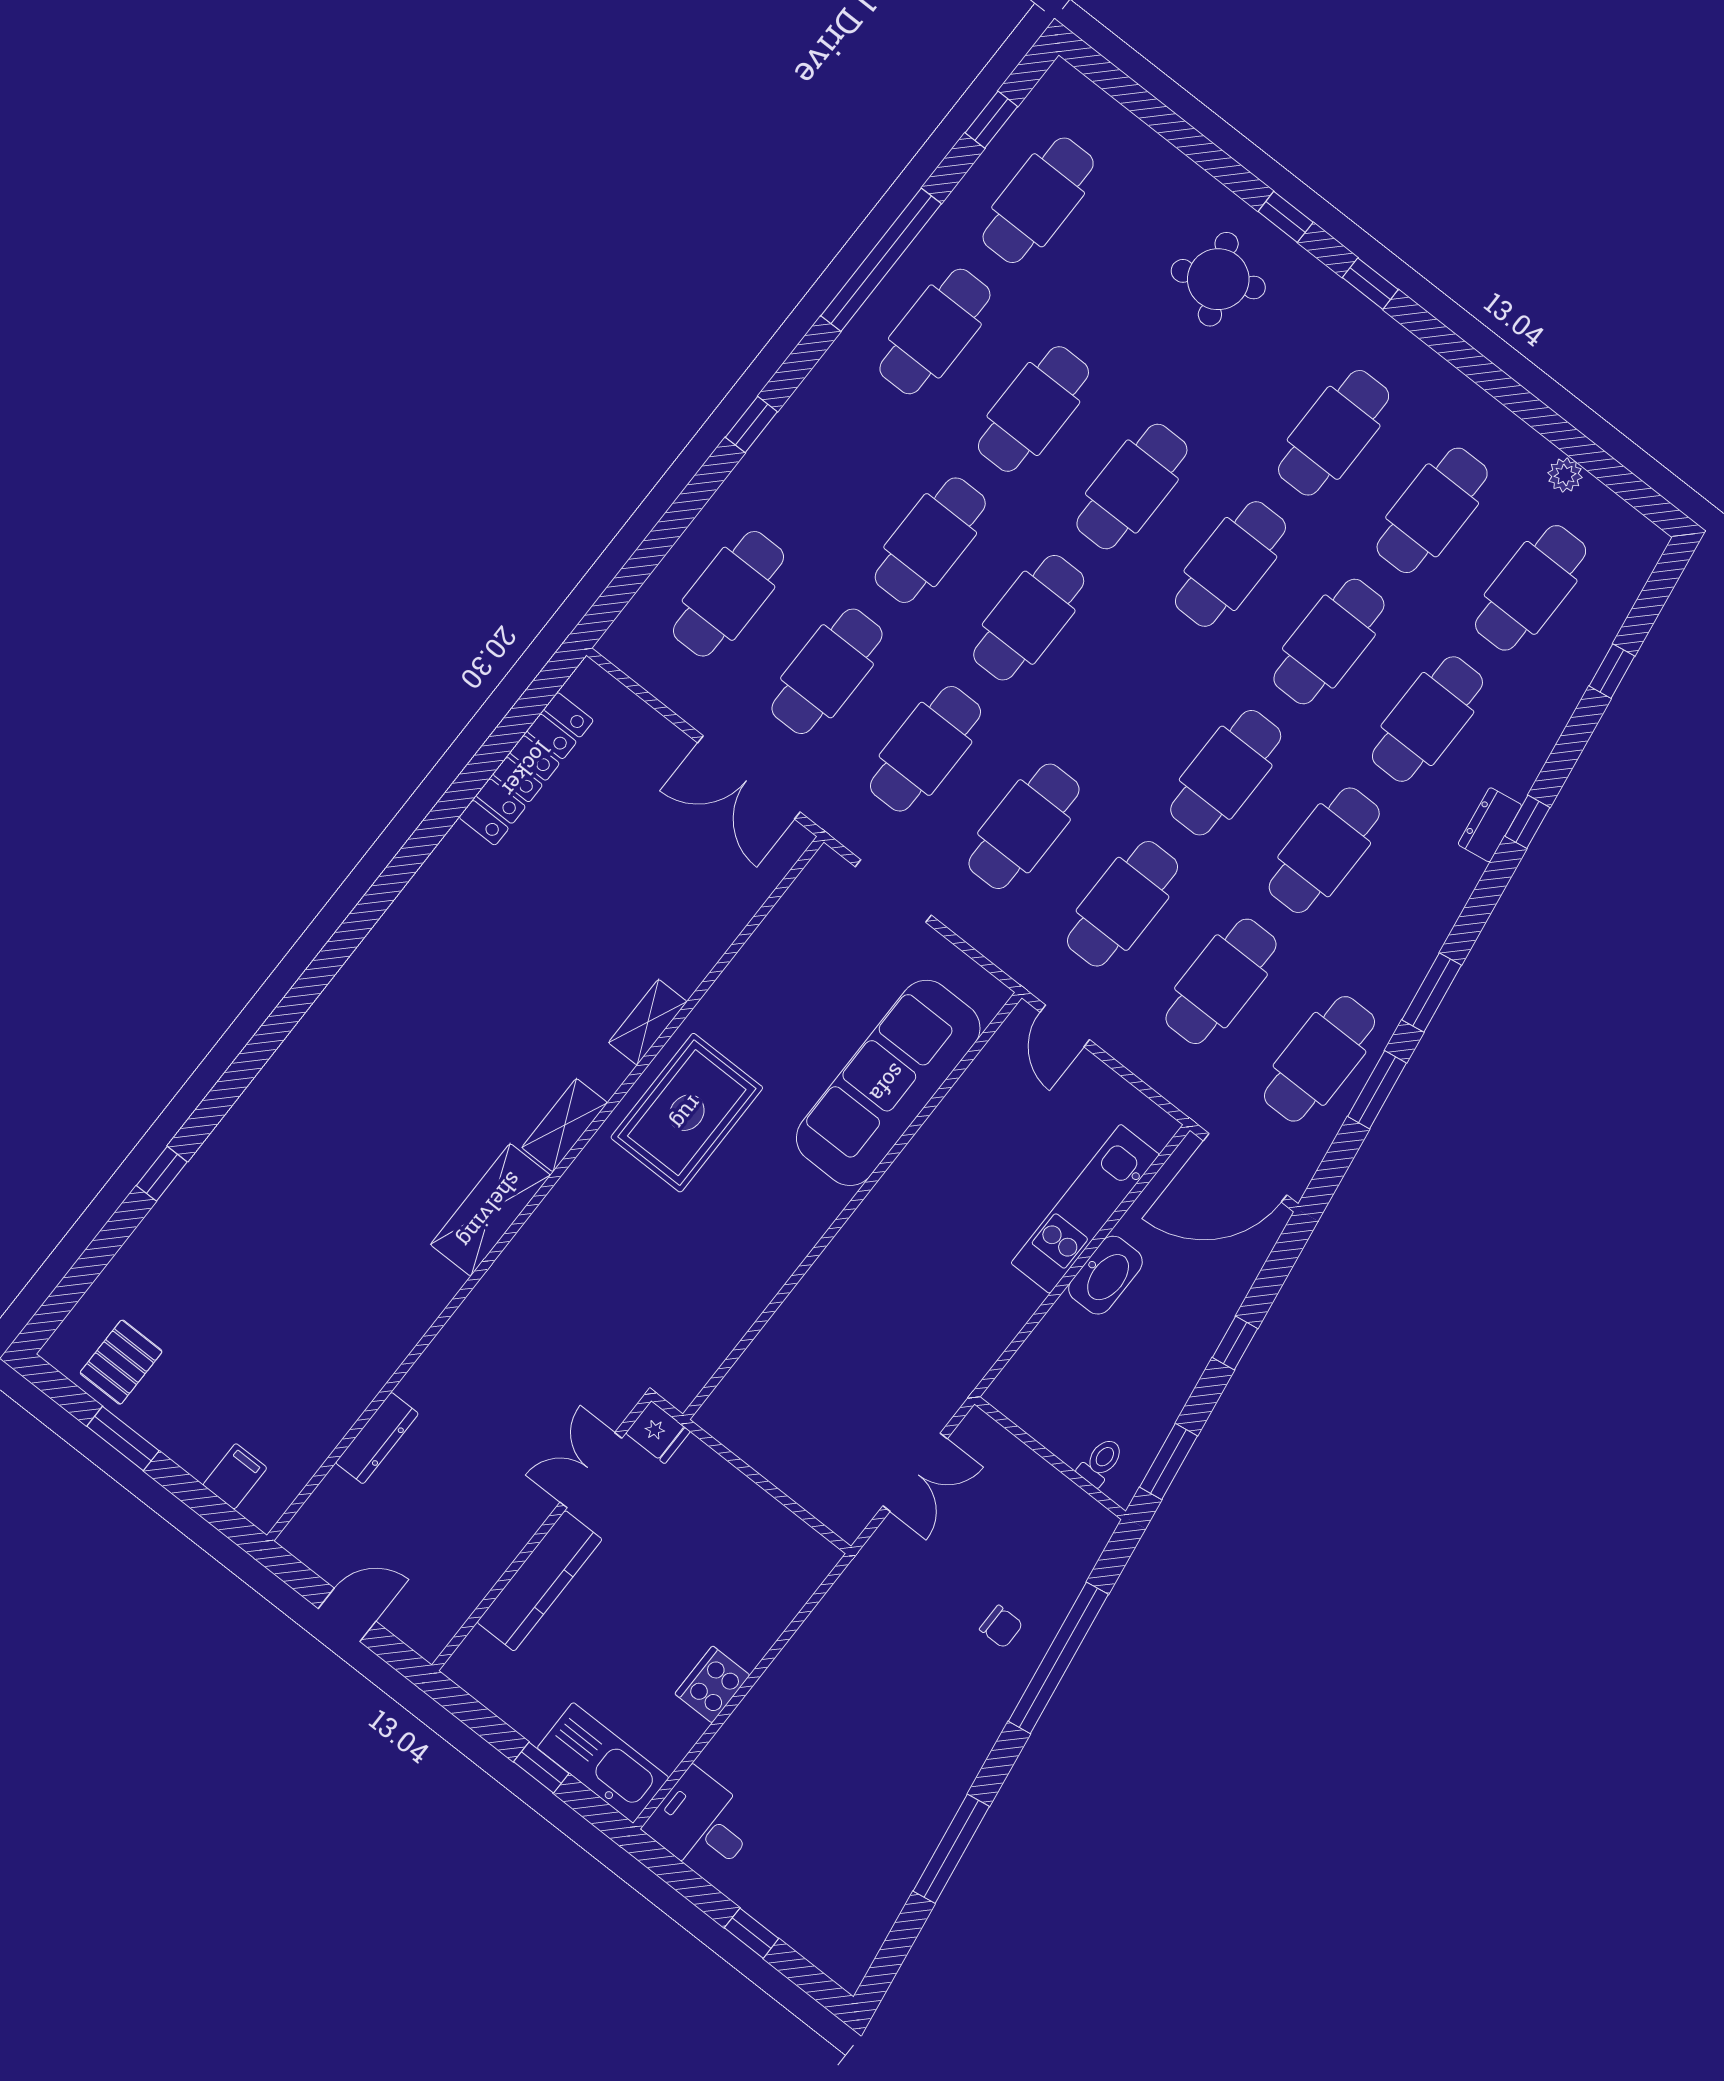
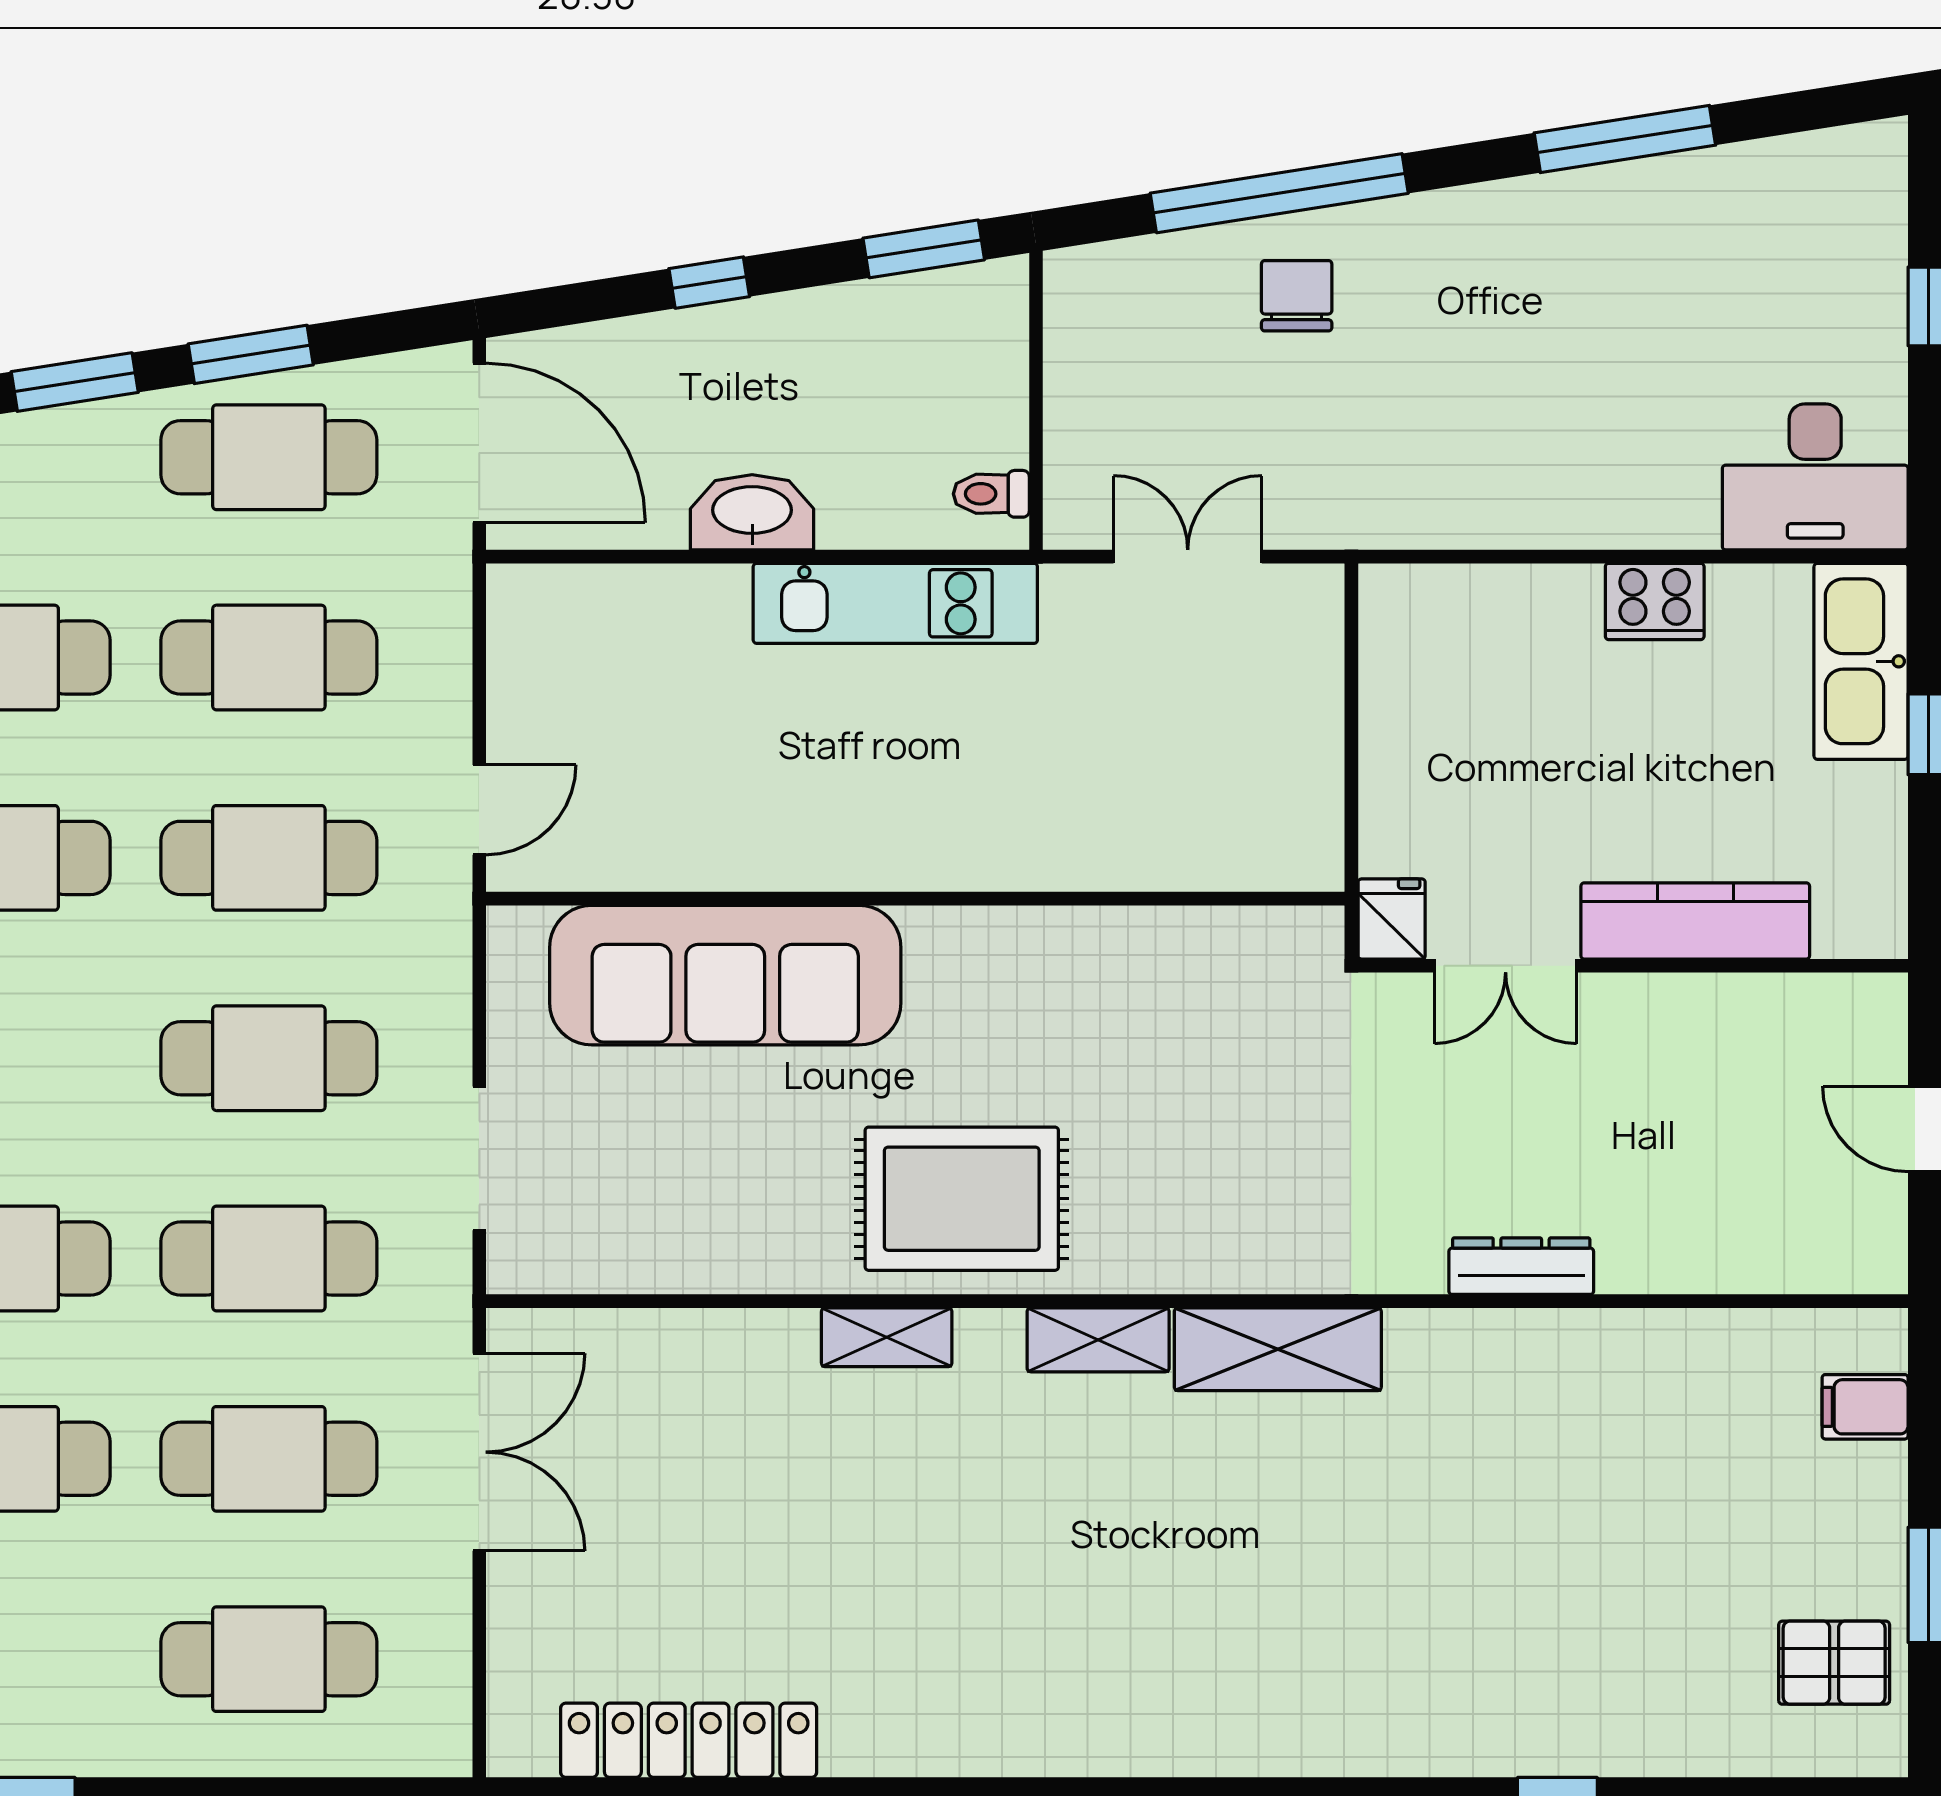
kitchen unit: (1085, 1209) -> (895, 603), moved
dresser: (377, 1438) -> (1521, 1266), moved
toilet: (1101, 1462) -> (991, 494), moved
chair: (1001, 1627) -> (1297, 296), width x1.37, depth x1.37
desk: (702, 1824) -> (1815, 477), width x1.37

